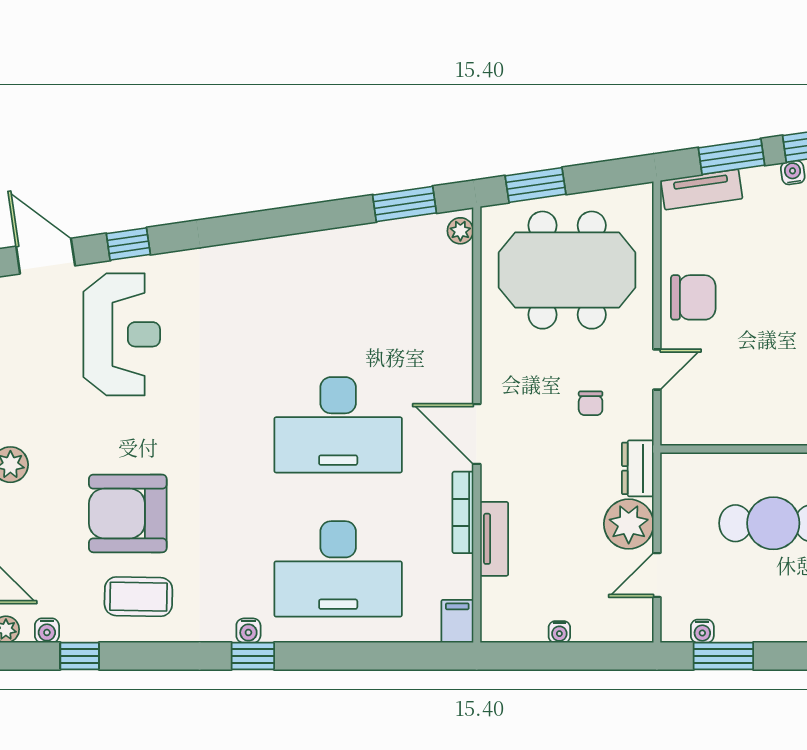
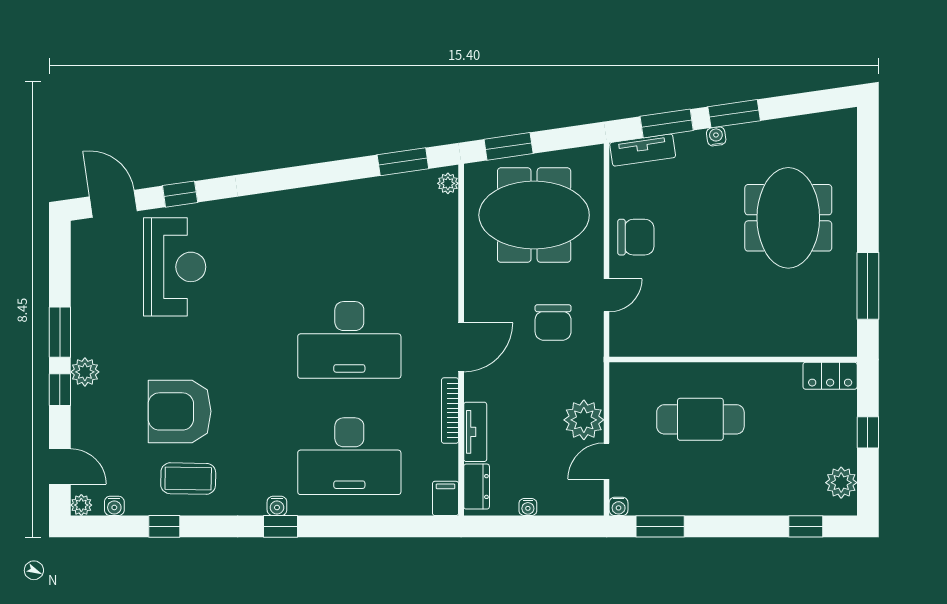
chair: (591, 403) -> (553, 323), width x1.87, depth x1.87
door: (477, 434) -> (461, 347), swing flipped
dresser: (638, 468) -> (477, 487), moved, turned 180
water cooler: (702, 631) -> (619, 506), moved
window: (80, 656) -> (164, 526), moved

